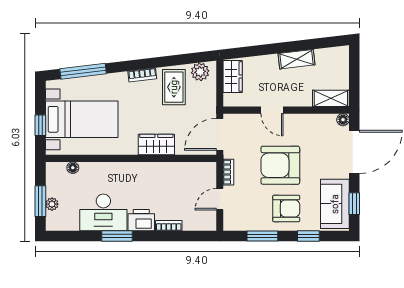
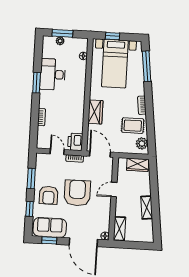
printer: (141, 220) -> (75, 142), moved, turned 180

